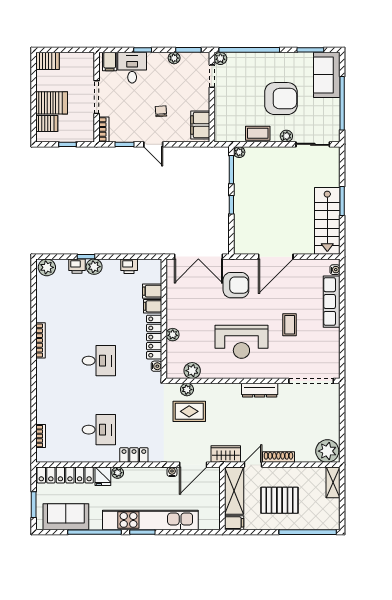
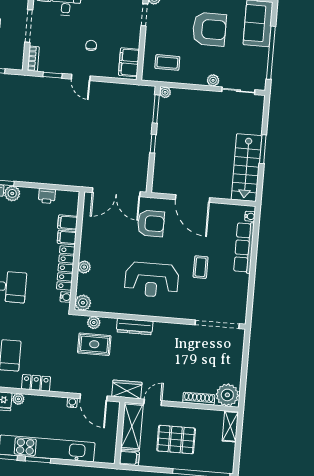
armchair: (281, 99) -> (209, 29), moved
coffee table: (258, 133) -> (167, 62), moved
door: (276, 257) -> (193, 199), hinge flipped
plant: (192, 371) -> (83, 303), moved
dresser: (260, 390) -> (135, 327), moved
shoe rack: (278, 457) -> (199, 399), moved
door: (193, 465) -> (94, 397), hinge flipped

